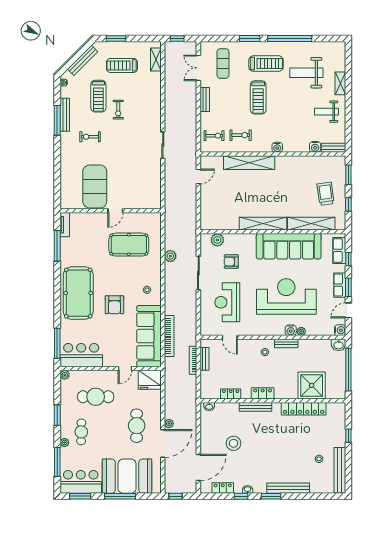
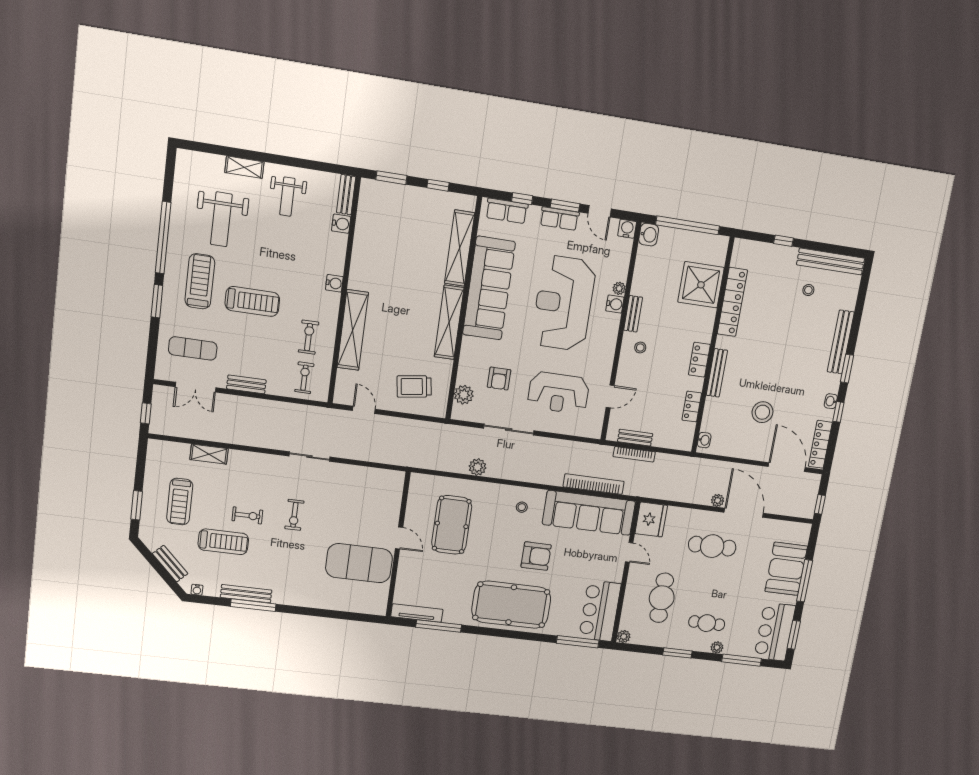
bench: (83, 60) -> (170, 564), width x0.73
shelving: (156, 60) -> (209, 454), moved
exercise bike: (90, 137) -> (294, 515), moved
trolley: (326, 194) -> (414, 386), moved
tv unit: (65, 225) -> (417, 613), width x1.41
booth: (127, 476) -> (786, 569), width x0.73, depth x0.70
locker: (223, 488) -> (820, 444), width x1.53

